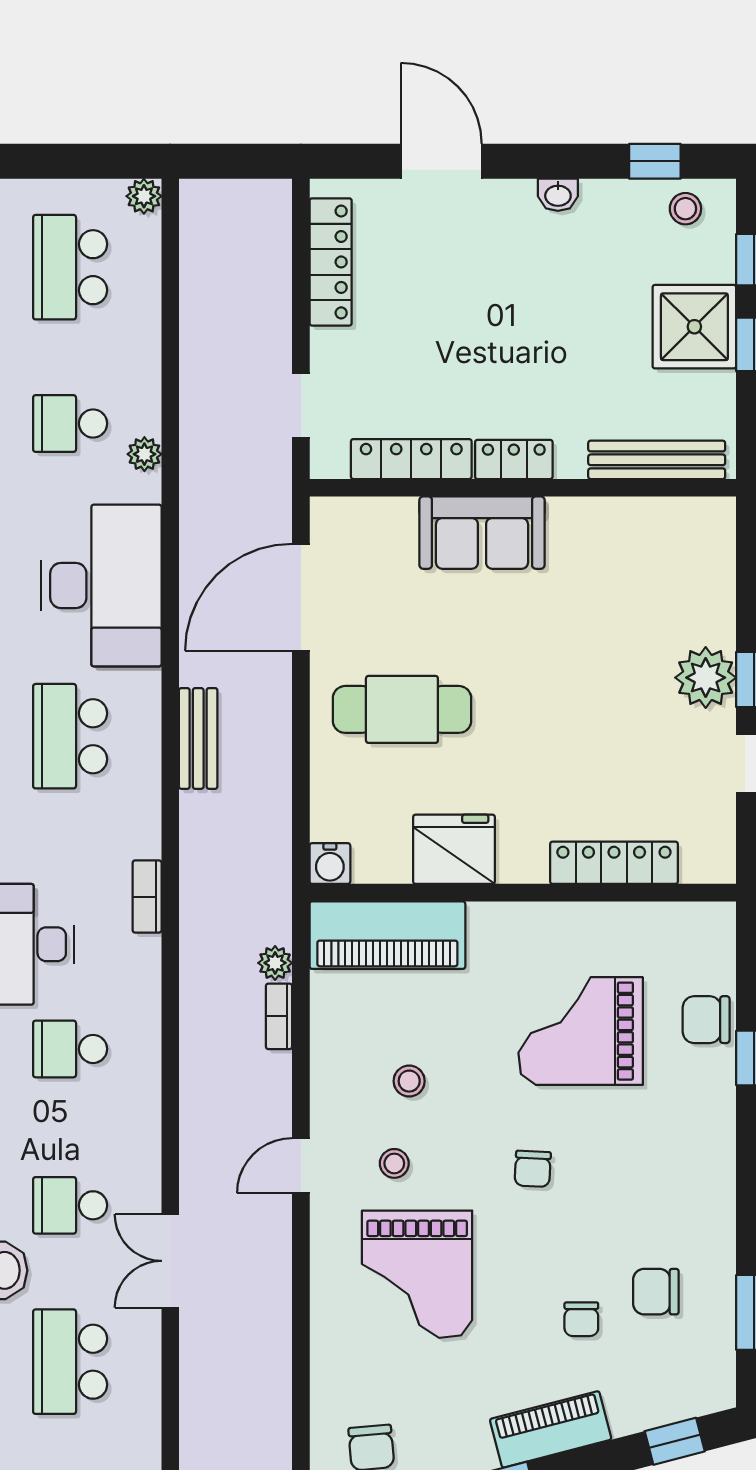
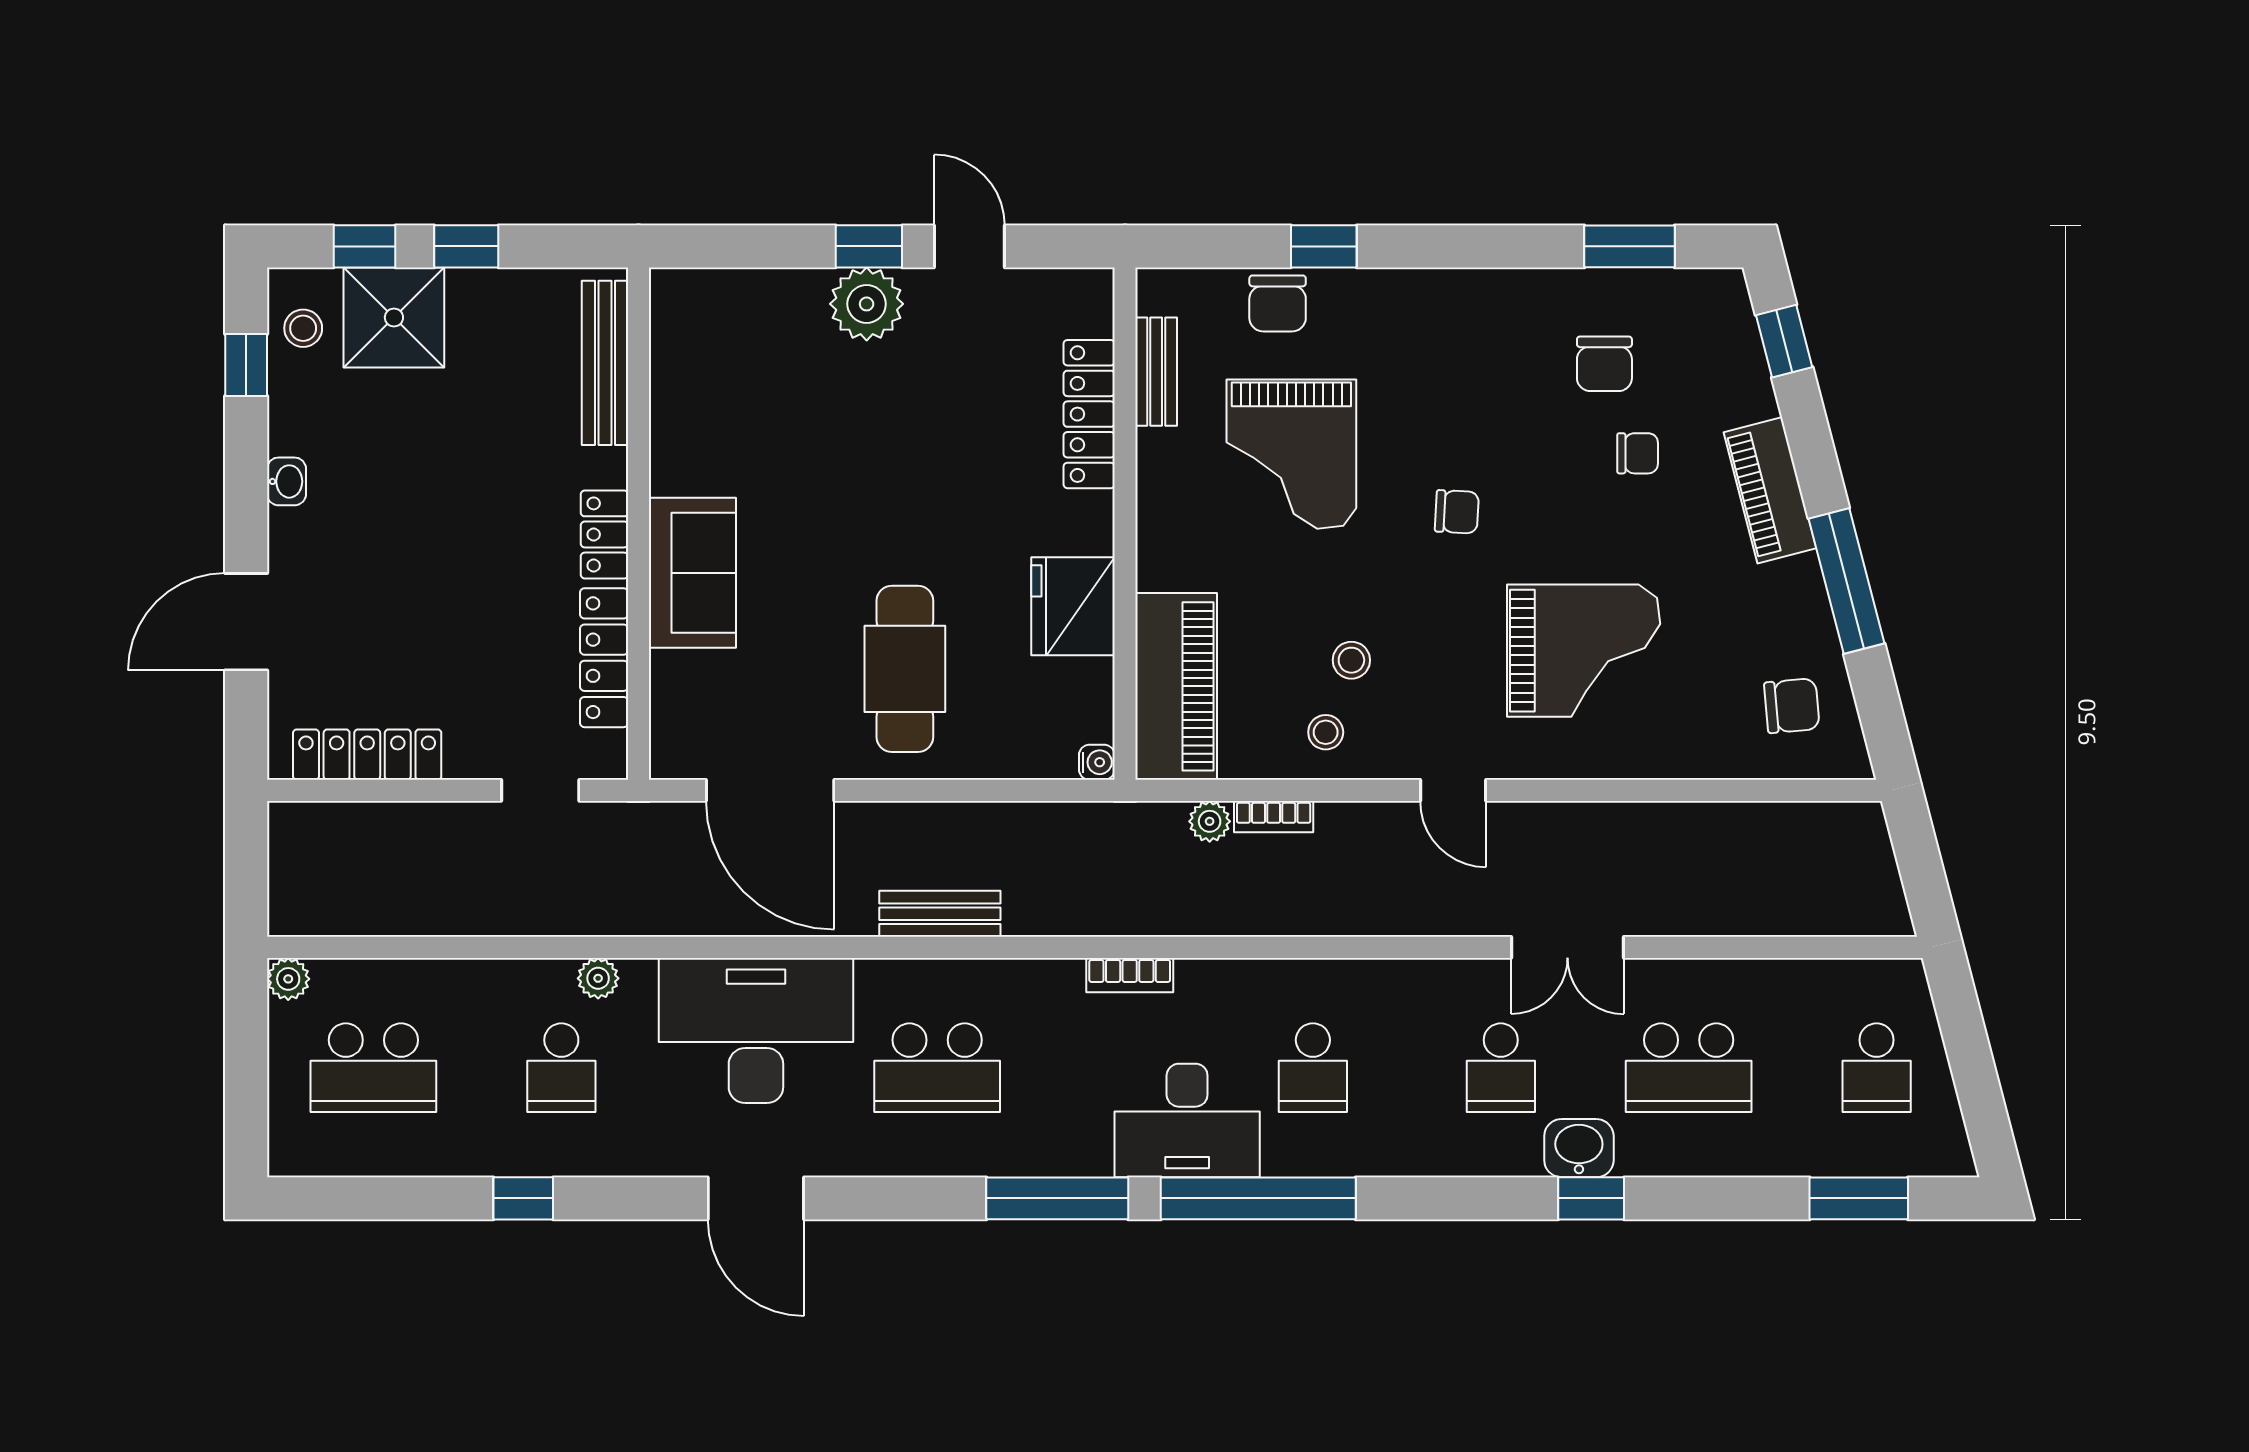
shower: (694, 327) -> (394, 317), moved
water cooler: (330, 864) -> (1097, 762), width x0.72, depth x0.72
bench: (649, 919) -> (1156, 372), added
stool: (394, 1163) -> (1326, 732), moved

